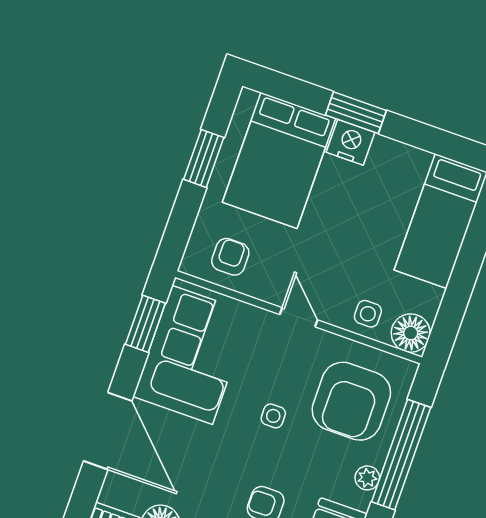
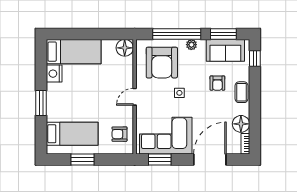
nightstand: (351, 142) -> (54, 74), moved
bed: (279, 160) -> (72, 134), width x0.67
side table: (368, 314) -> (123, 68), removed
armchair: (351, 401) -> (162, 63), turned 90

